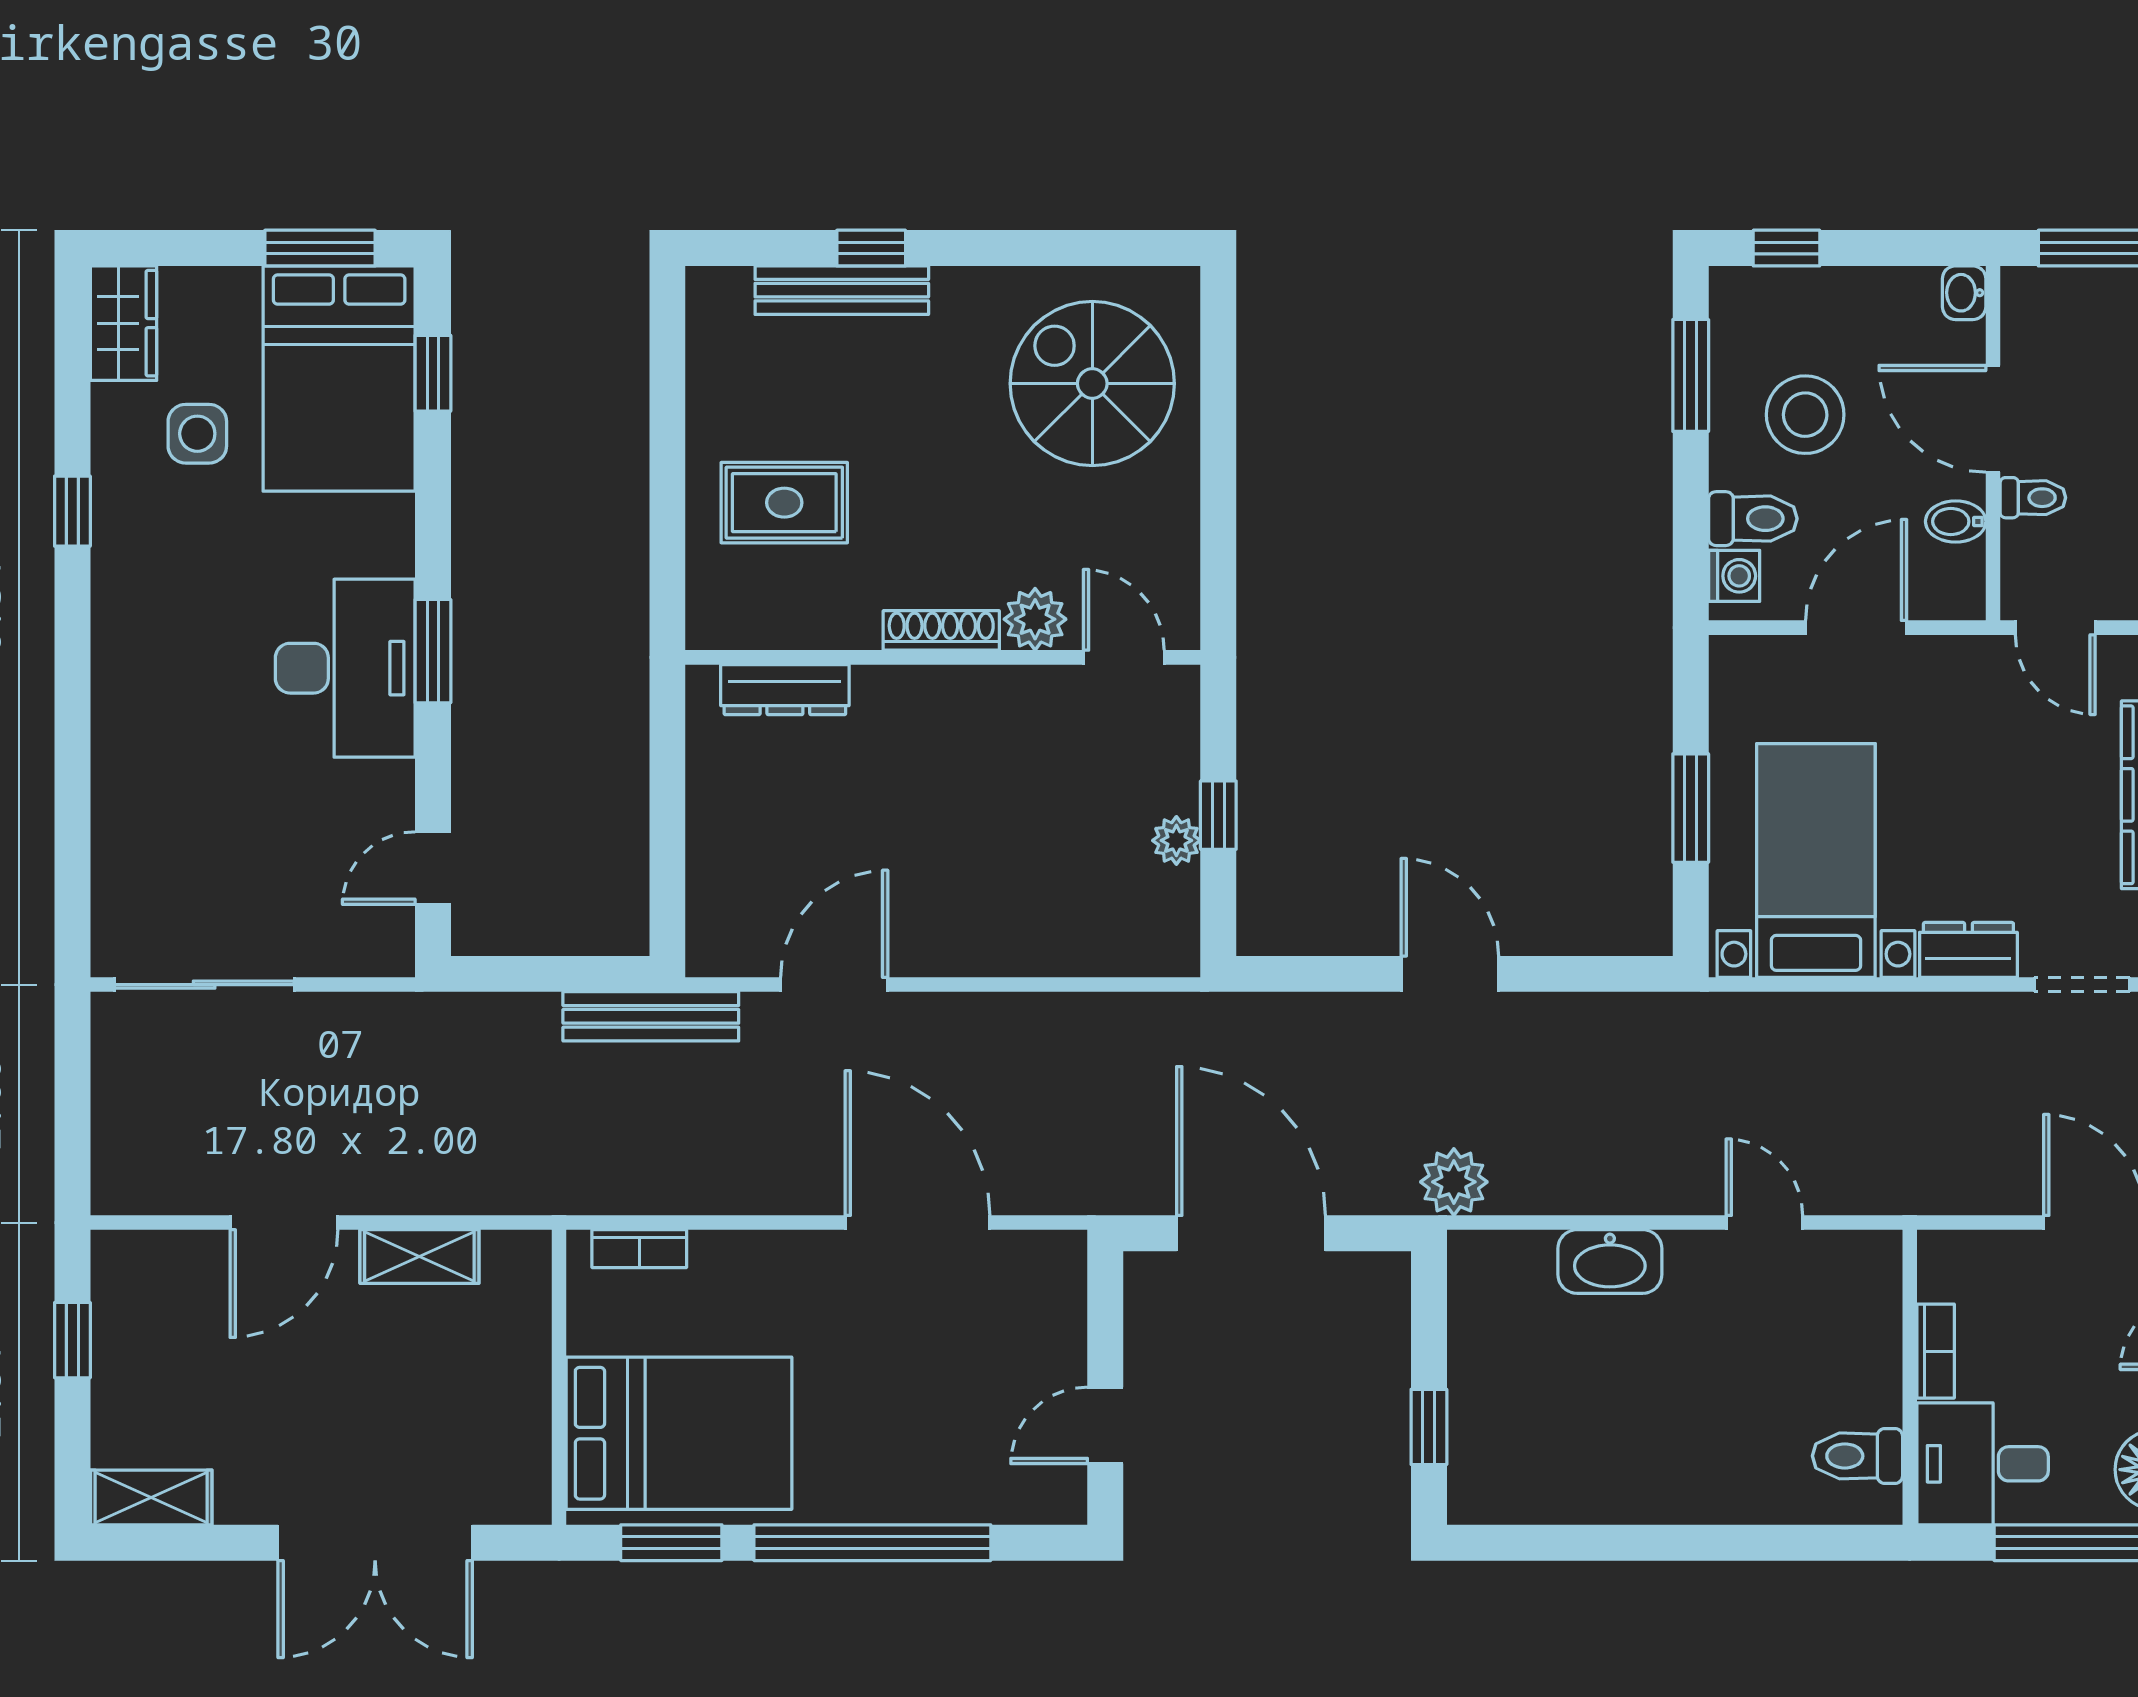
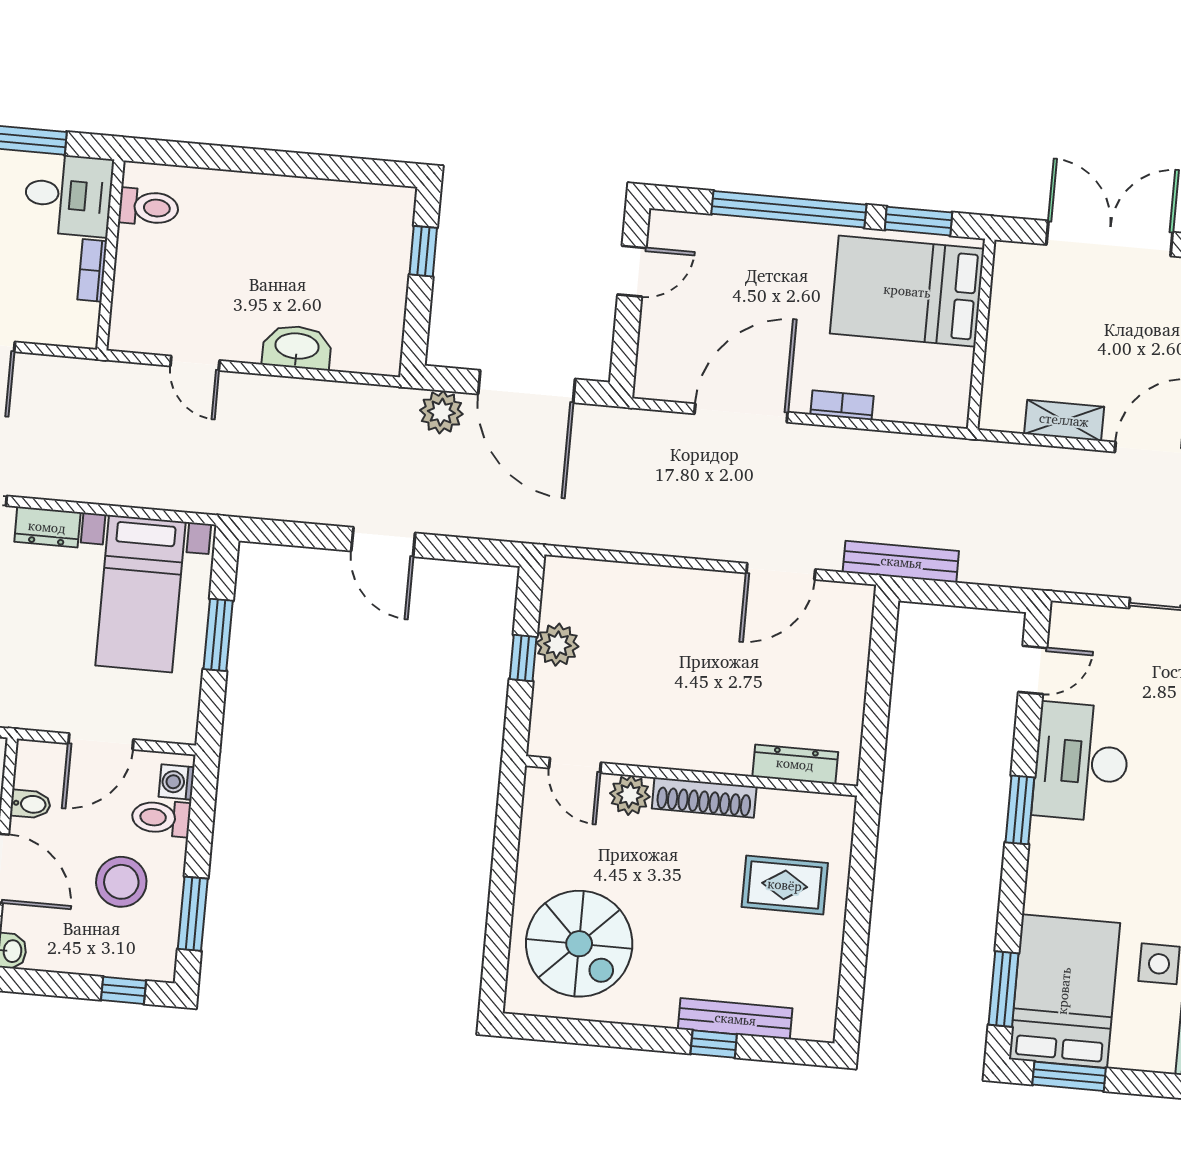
window: (433, 373) -> (1004, 989), width x1.50
shoe rack: (941, 630) -> (704, 798), width x1.36, depth x1.24
desk: (345, 668) -> (1081, 762), moved
plant: (1176, 840) -> (557, 645), width x1.38, depth x1.38
plant: (1454, 1182) -> (441, 412), moved
door: (917, 1223) -> (741, 413), swing flipped
bookcase: (639, 1249) -> (842, 405), moved

